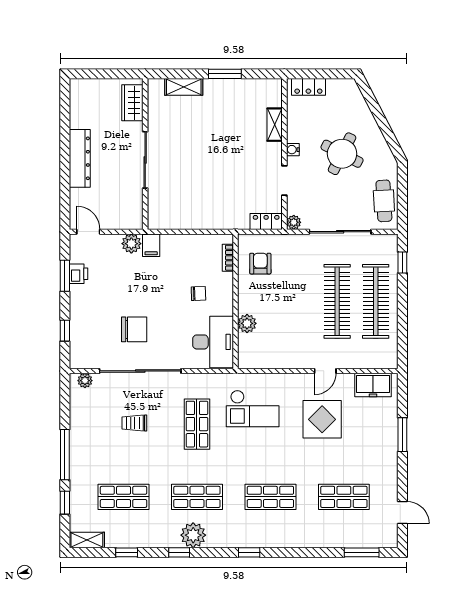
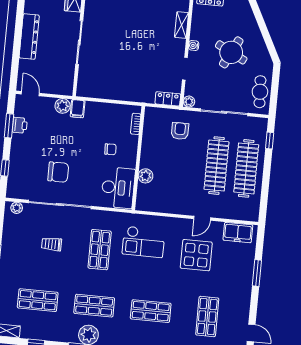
armchair: (260, 264) -> (180, 131), moved
shop shelf: (344, 497) -> (207, 317), turned 90

